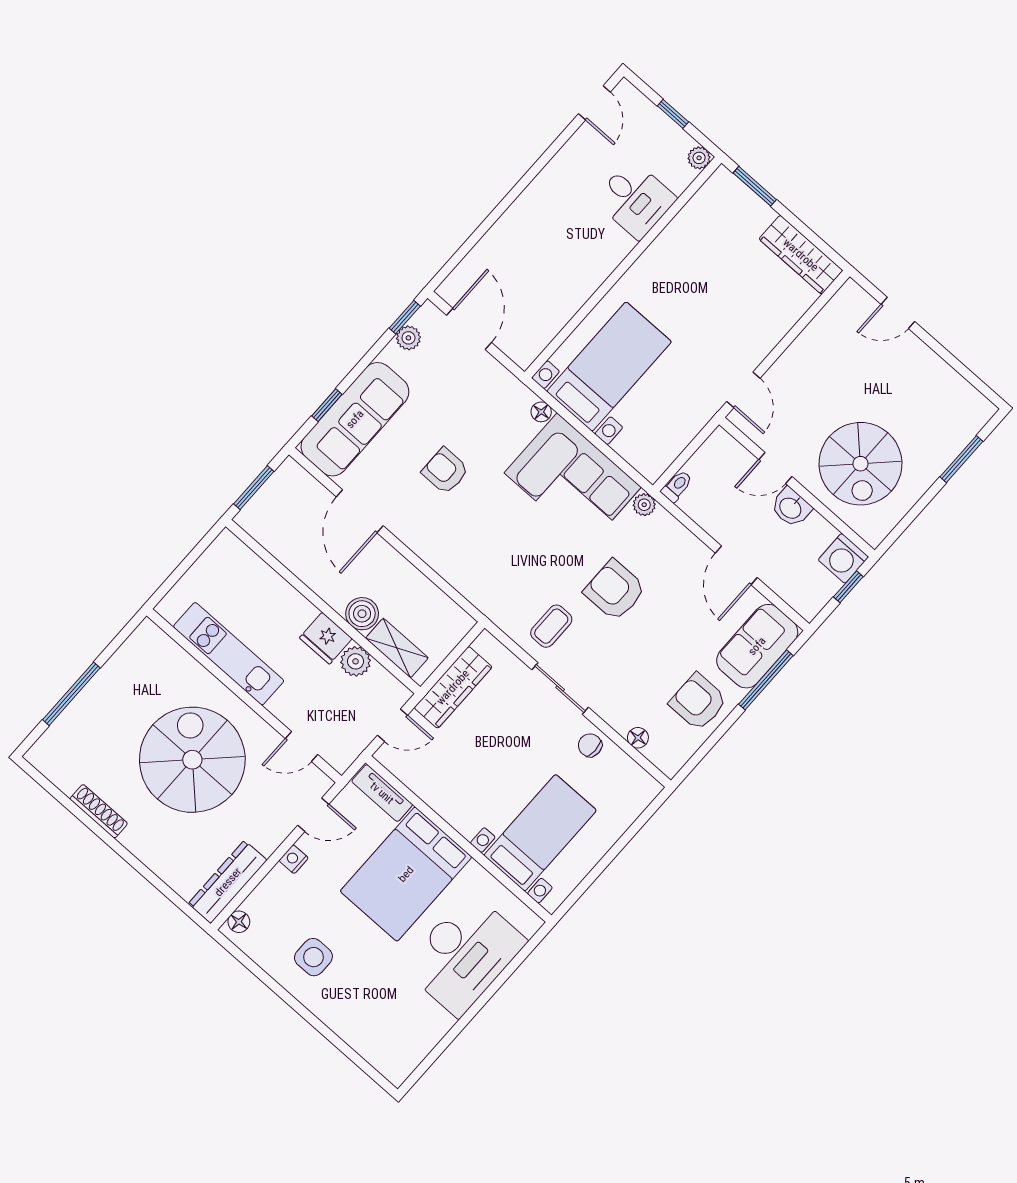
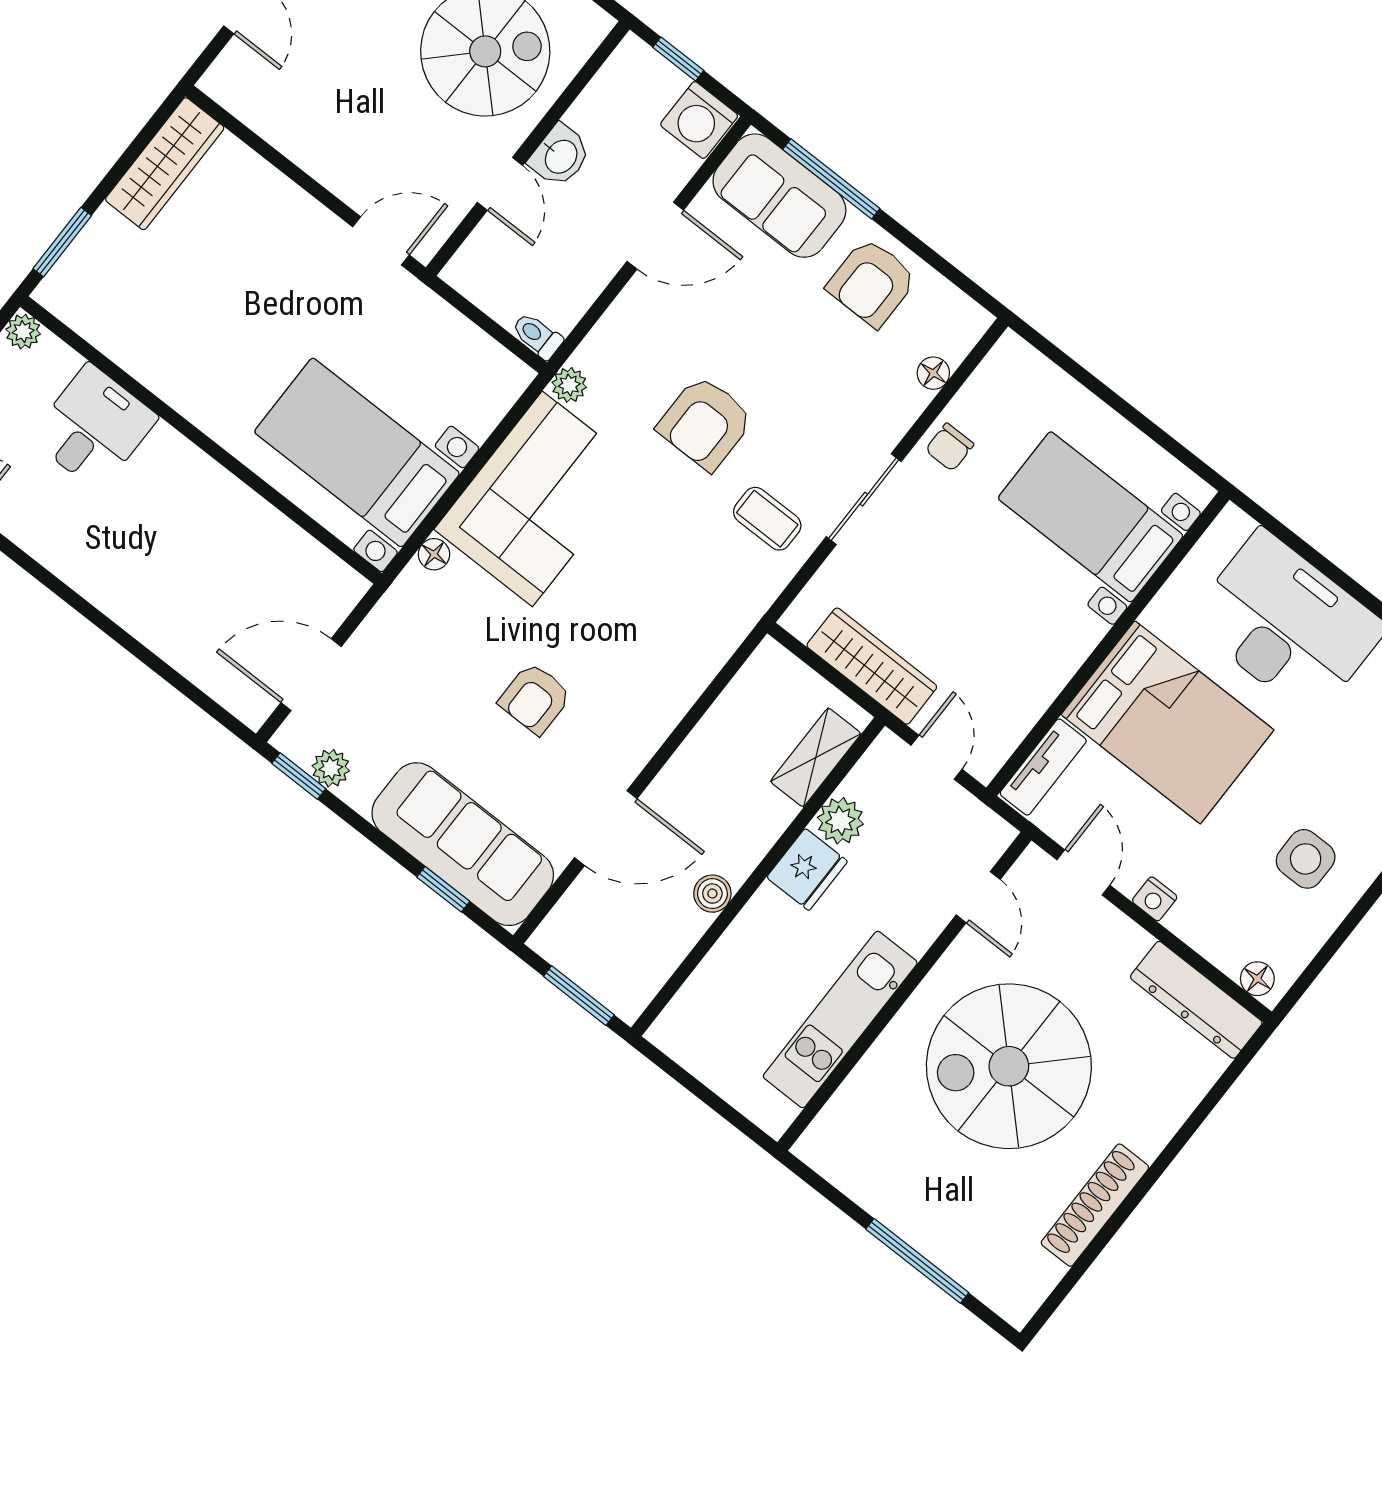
washing machine: (843, 558) -> (699, 120), moved, turned 90
boiler: (362, 614) -> (712, 894), moved, width x0.73, depth x0.73
shoe rack: (99, 811) -> (1095, 1205), width x1.36, depth x1.24

